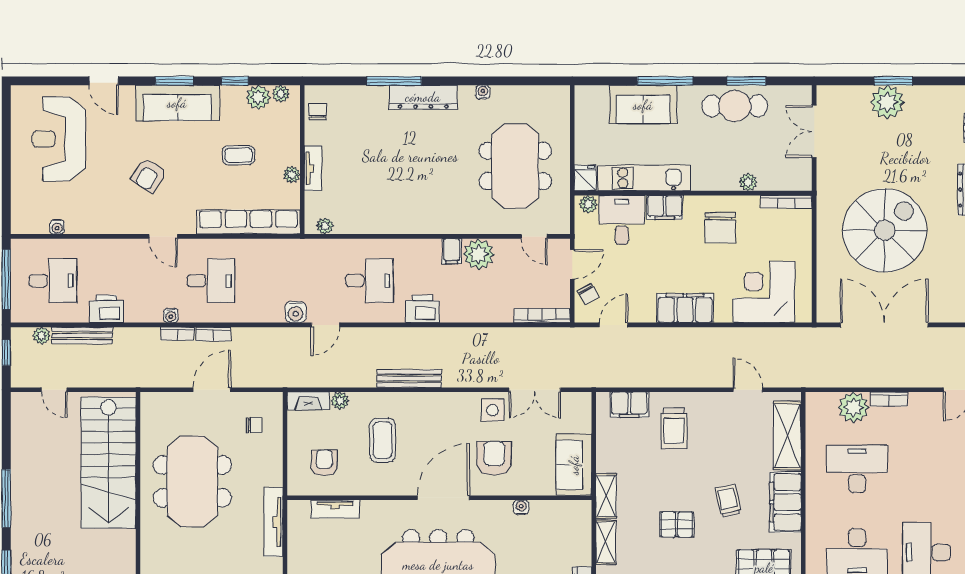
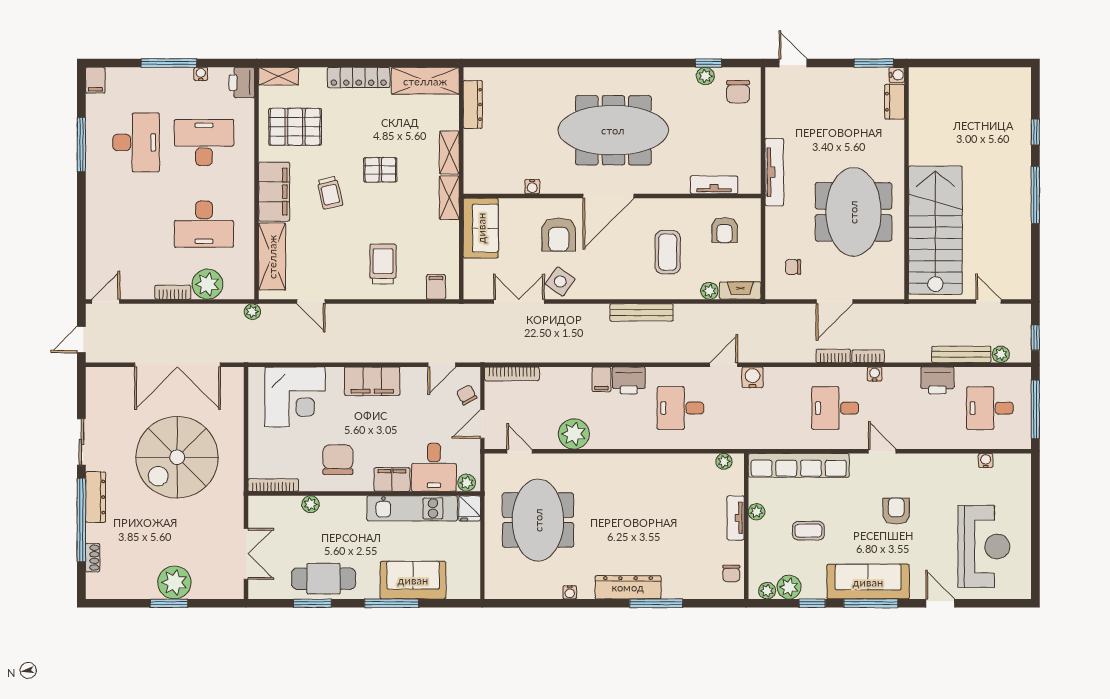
window: (175, 81) -> (871, 603), width x1.44
armchair: (149, 175) -> (896, 511), turned -32
filing cabinet: (452, 251) -> (601, 379), moved, turned 180
plant: (808, 379) -> (252, 312), added
filing cabinet: (629, 405) -> (436, 287), width x0.50
side table: (493, 410) -> (560, 282), turned 35

